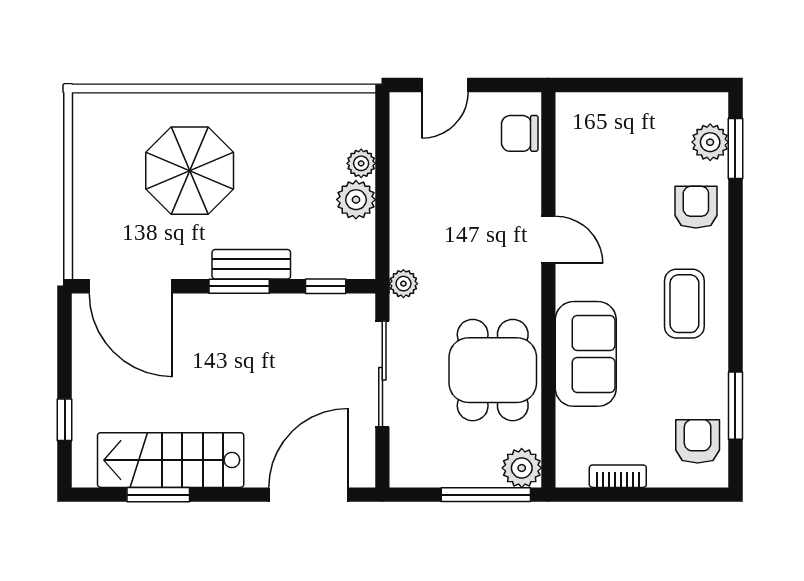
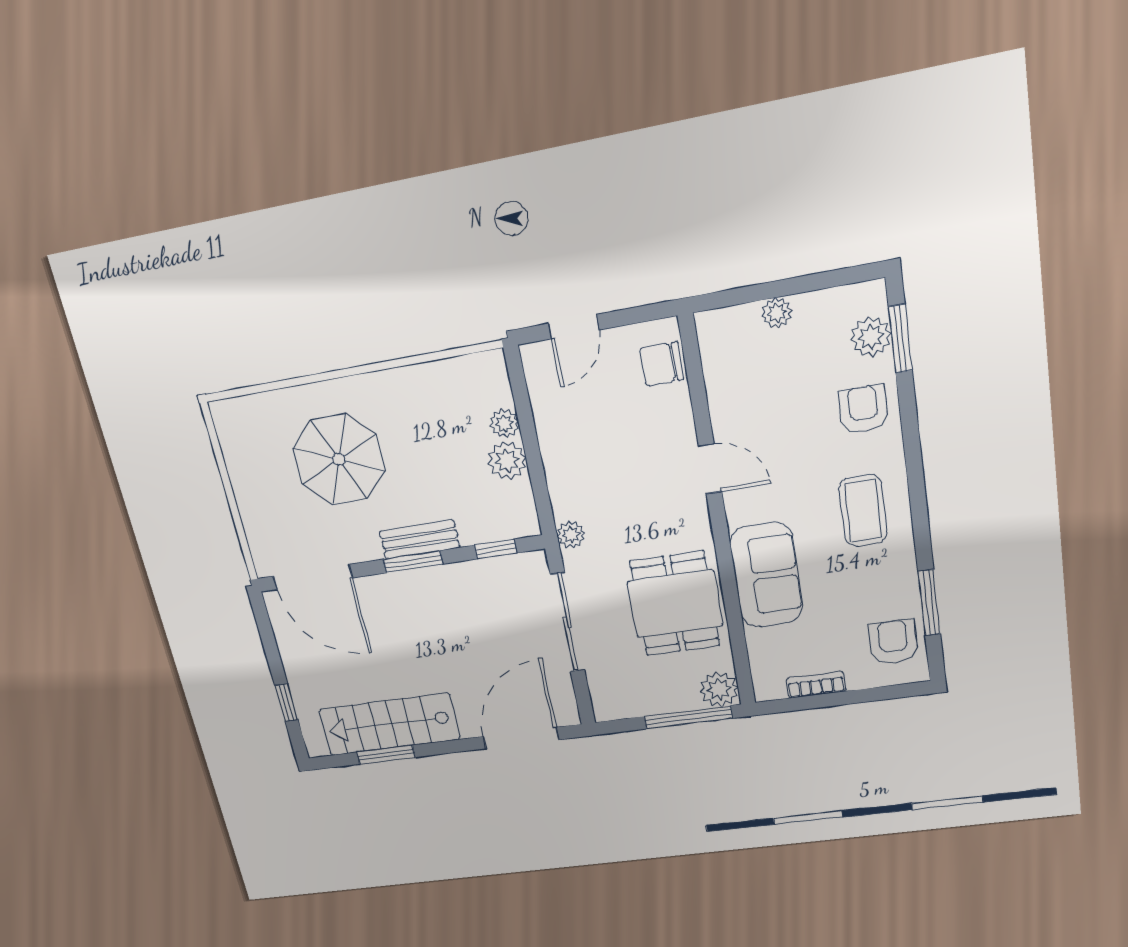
plant: (630, 106) -> (777, 313), added

